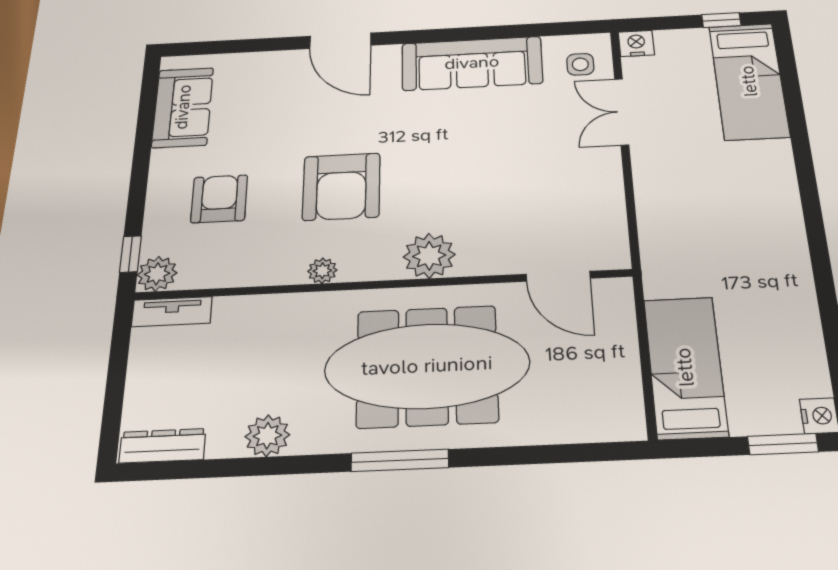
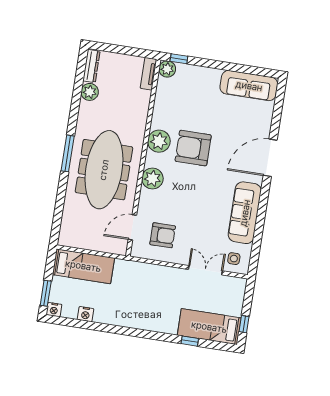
door: (340, 41) -> (270, 158), width x1.36
nightstand: (636, 43) -> (86, 314), moved, turned 90
sofa: (183, 107) -> (249, 86), width x1.36
window: (795, 111) -> (190, 341), added
armchair: (219, 199) -> (163, 235), moved
plant: (322, 271) -> (159, 141), width x1.87, depth x1.87
plant: (267, 436) -> (90, 92), moved

